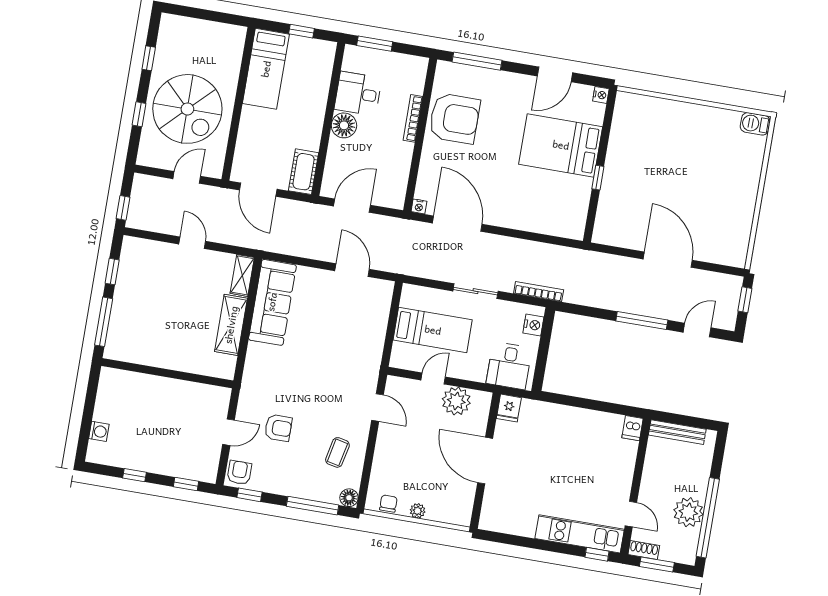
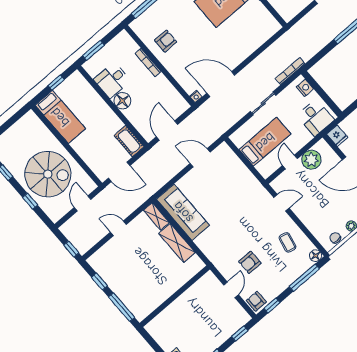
armchair: (454, 118) -> (166, 41), width x0.53, depth x0.53
armchair: (278, 428) -> (250, 262), turned 180

